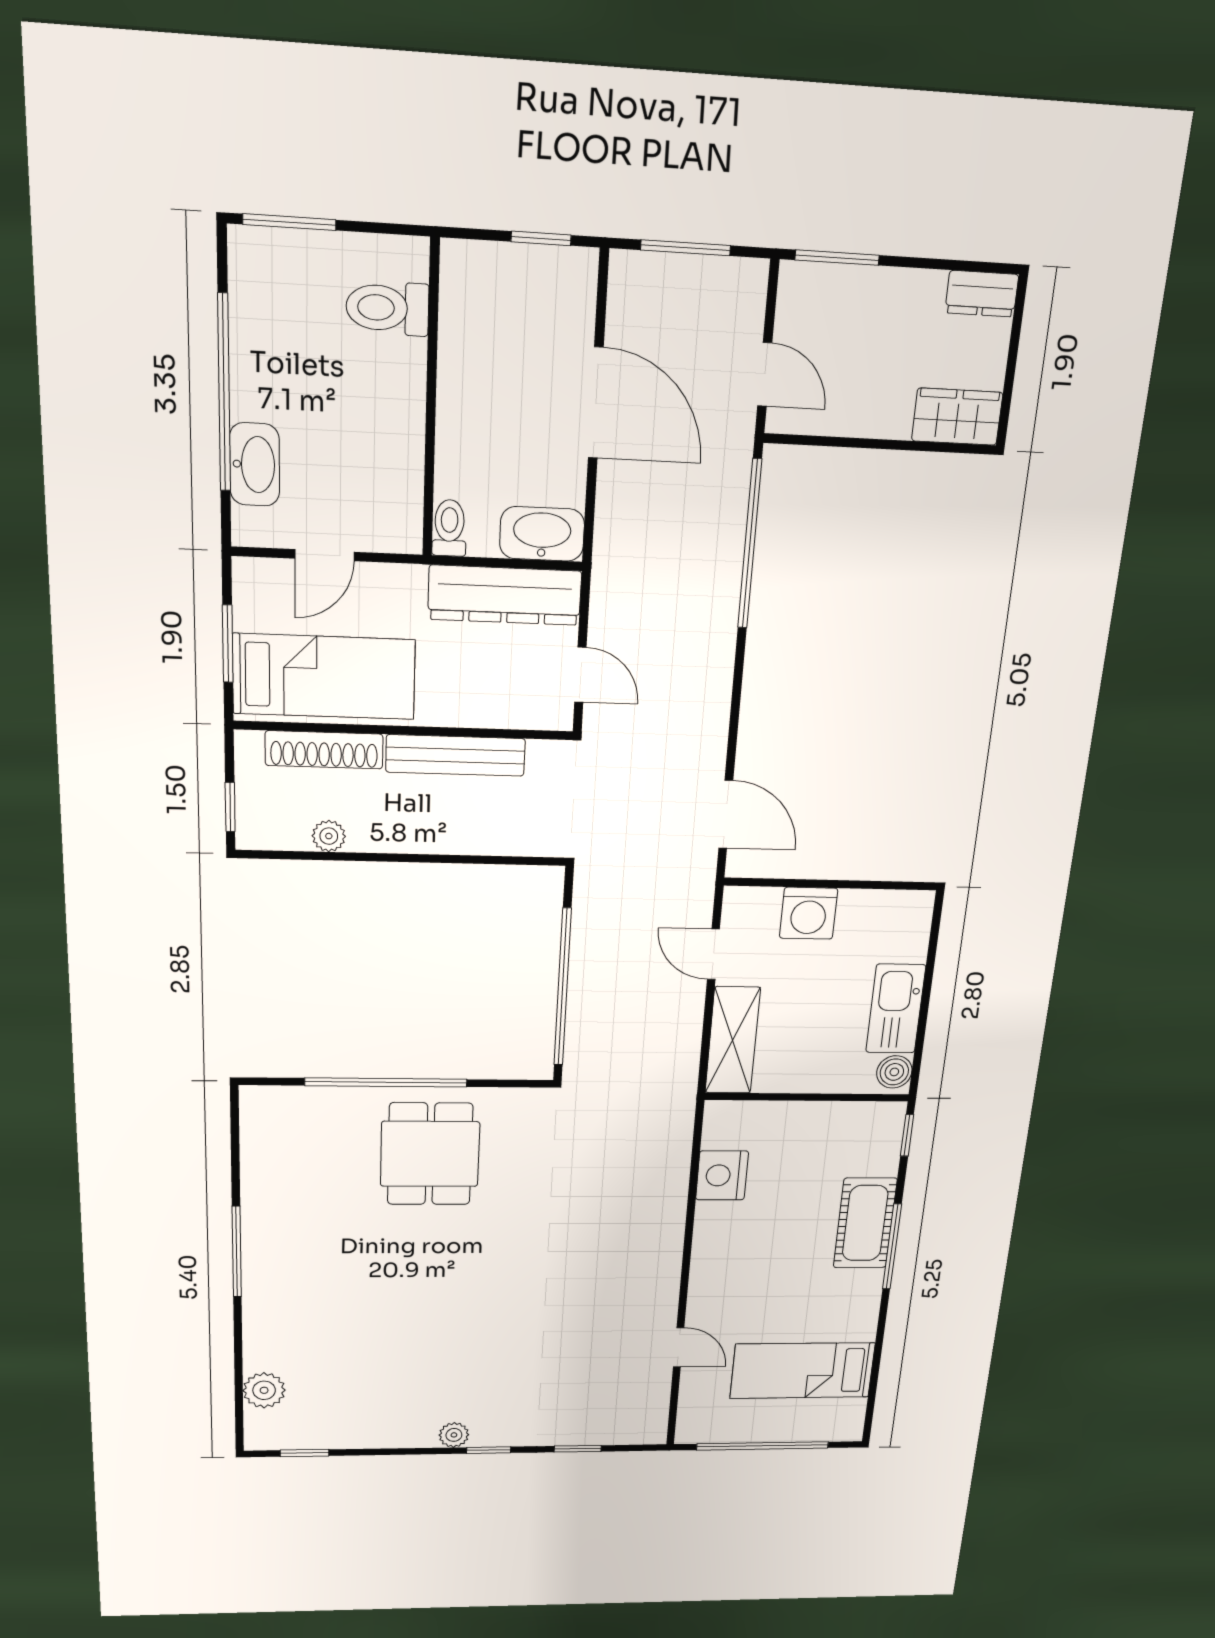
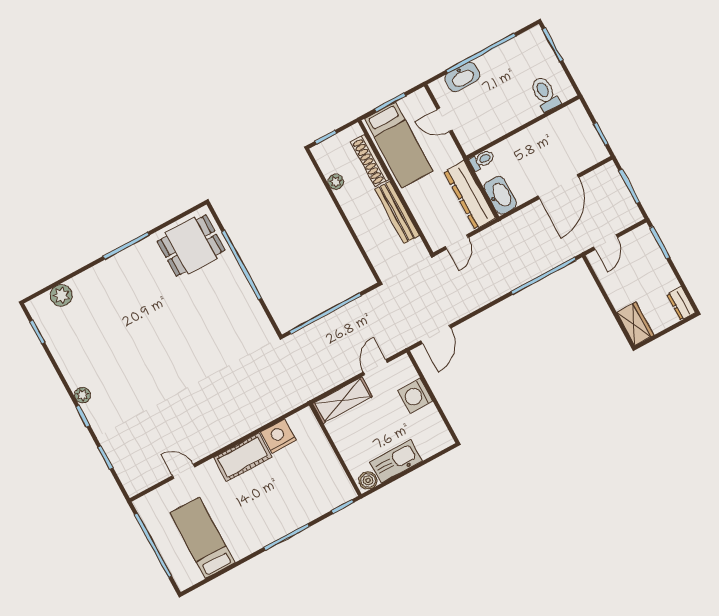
dining table: (430, 1154) -> (191, 246), moved
cot: (865, 1223) -> (243, 457), moved
door: (679, 1347) -> (183, 471), swing flipped

